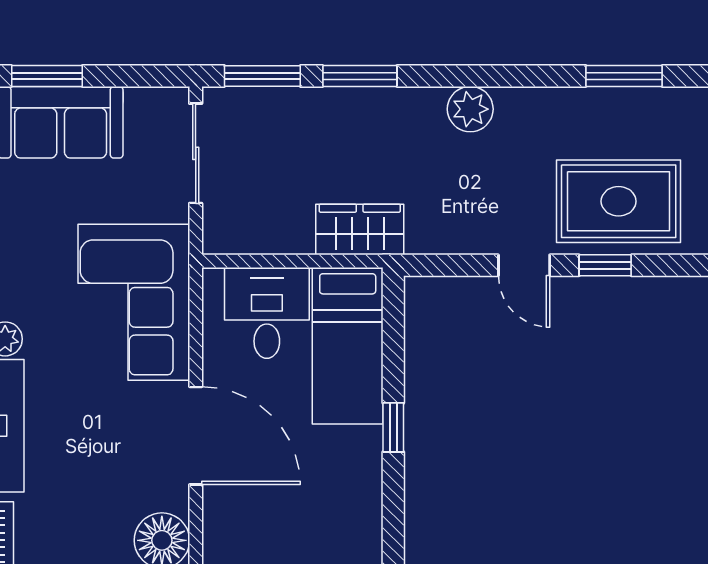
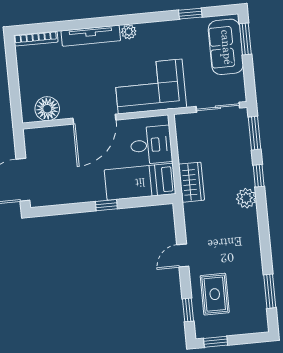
window: (360, 76) -> (259, 176), width x0.67
plant: (470, 109) -> (246, 198), moved
rug: (619, 201) -> (215, 294), width x0.73, depth x0.70
window: (605, 265) -> (188, 310), moved

